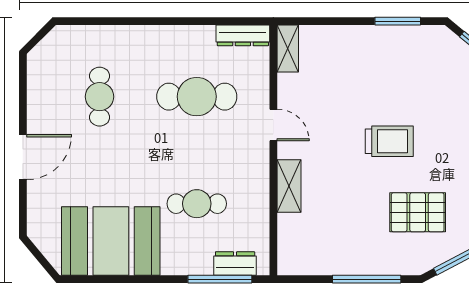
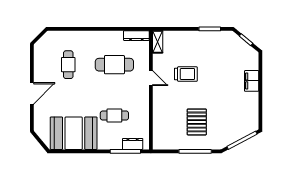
trolley: (389, 141) -> (186, 74), moved
shelving: (289, 186) -> (158, 107), removed
pallet: (418, 212) -> (197, 122), moved, turned 90

